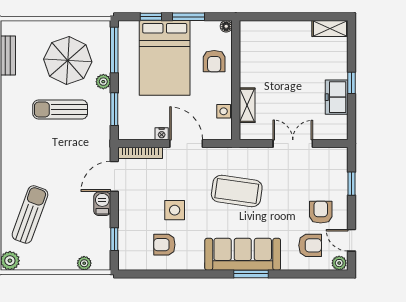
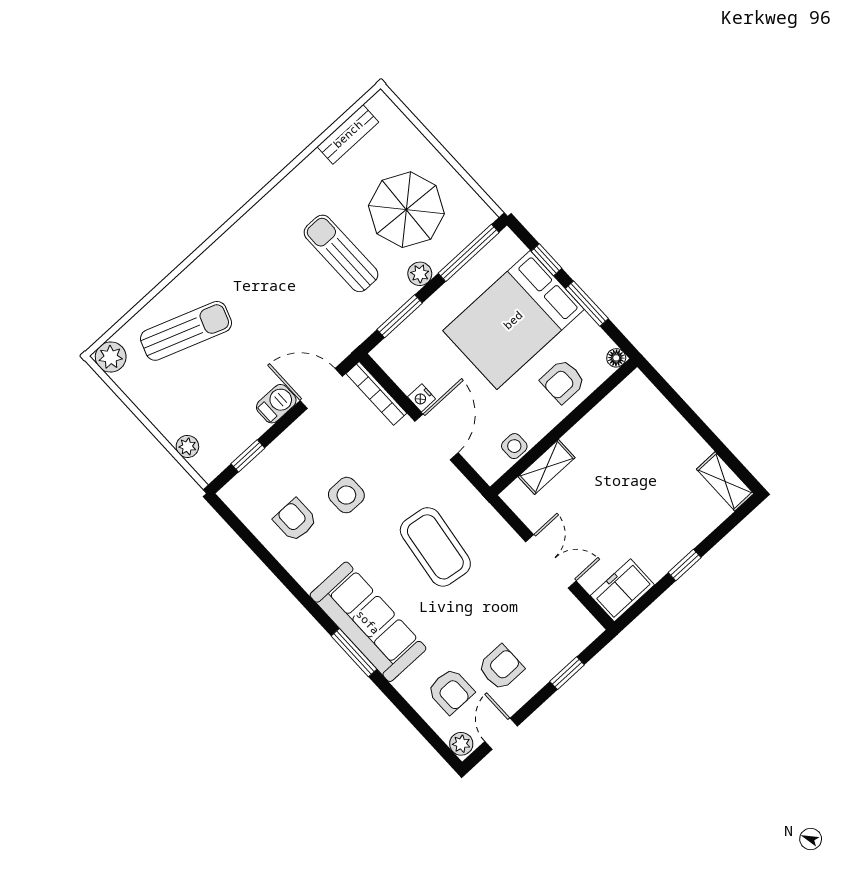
freezer: (337, 97) -> (622, 590), moved

